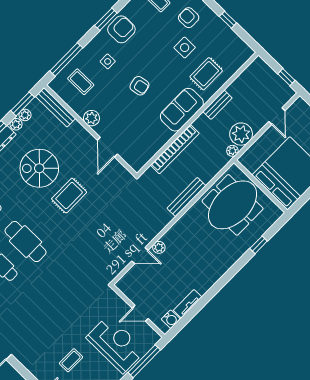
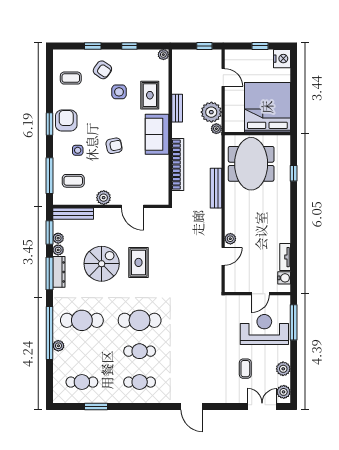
armchair: (189, 18) -> (102, 70), turned -145
plant: (248, 52) -> (163, 55), added
spiral stairs: (39, 168) -> (102, 264), turned 180

